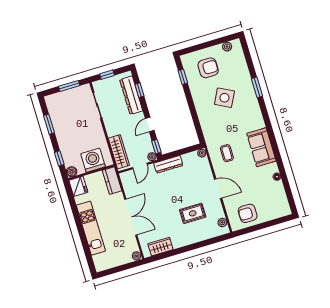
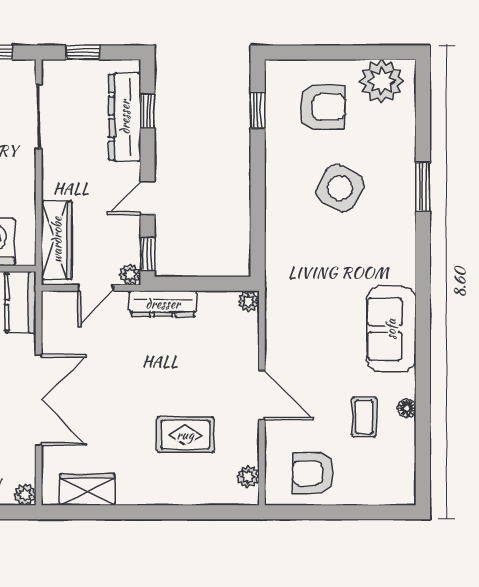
plant: (227, 47) -> (382, 81), width x1.87, depth x1.87
coffee table: (227, 153) -> (364, 417), moved

